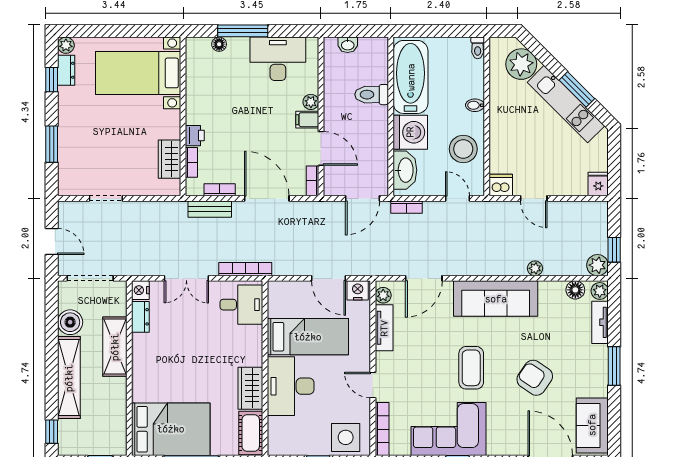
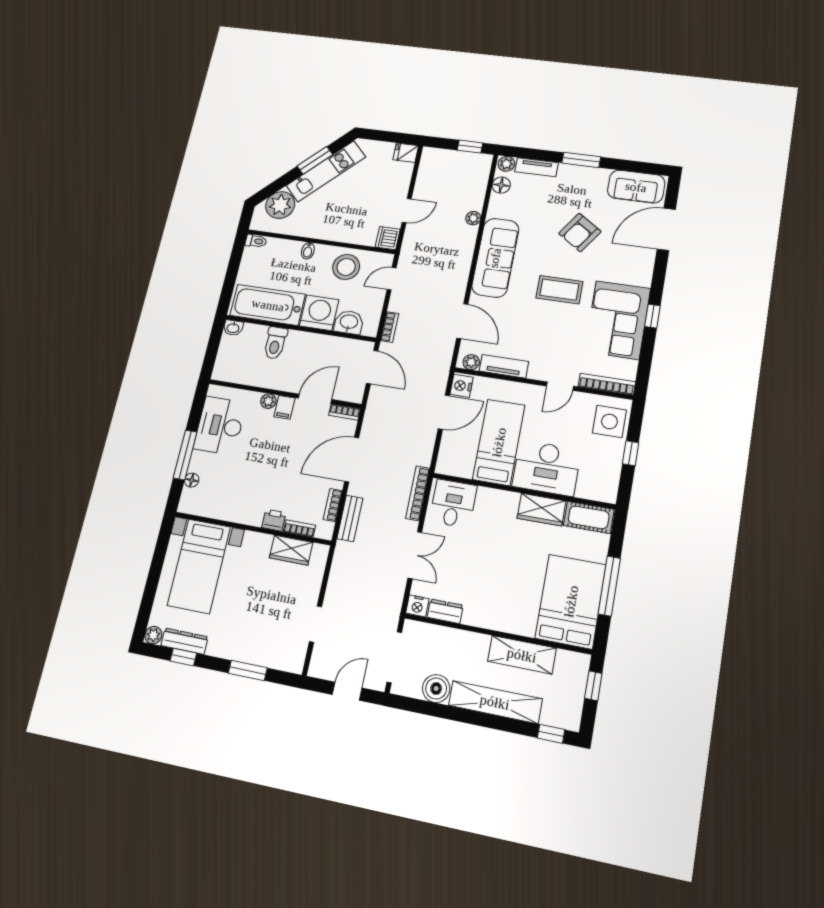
washbasin: (348, 45) -> (233, 328), moved, turned 90
dresser: (66, 70) -> (184, 641), width x1.44
washbasin: (405, 170) -> (349, 322), width x0.72
plant: (597, 265) -> (482, 163), removed
shelving: (115, 347) -> (522, 655), moved

